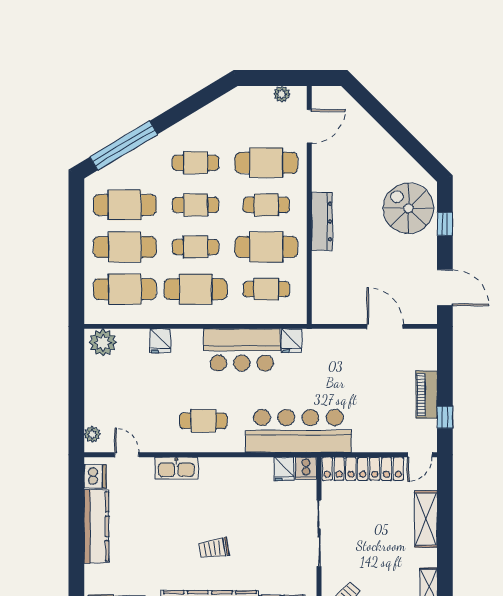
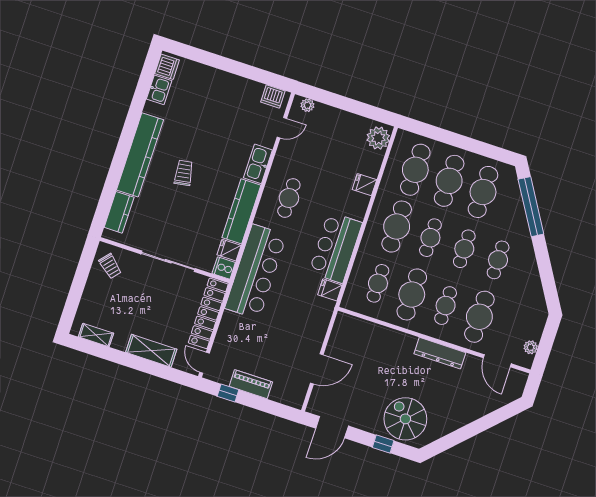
spiral stairs: (408, 208) -> (405, 419), turned -90
dresser: (322, 221) -> (440, 353), moved
kitchen counter: (96, 526) -> (241, 211), moved, turned 90

